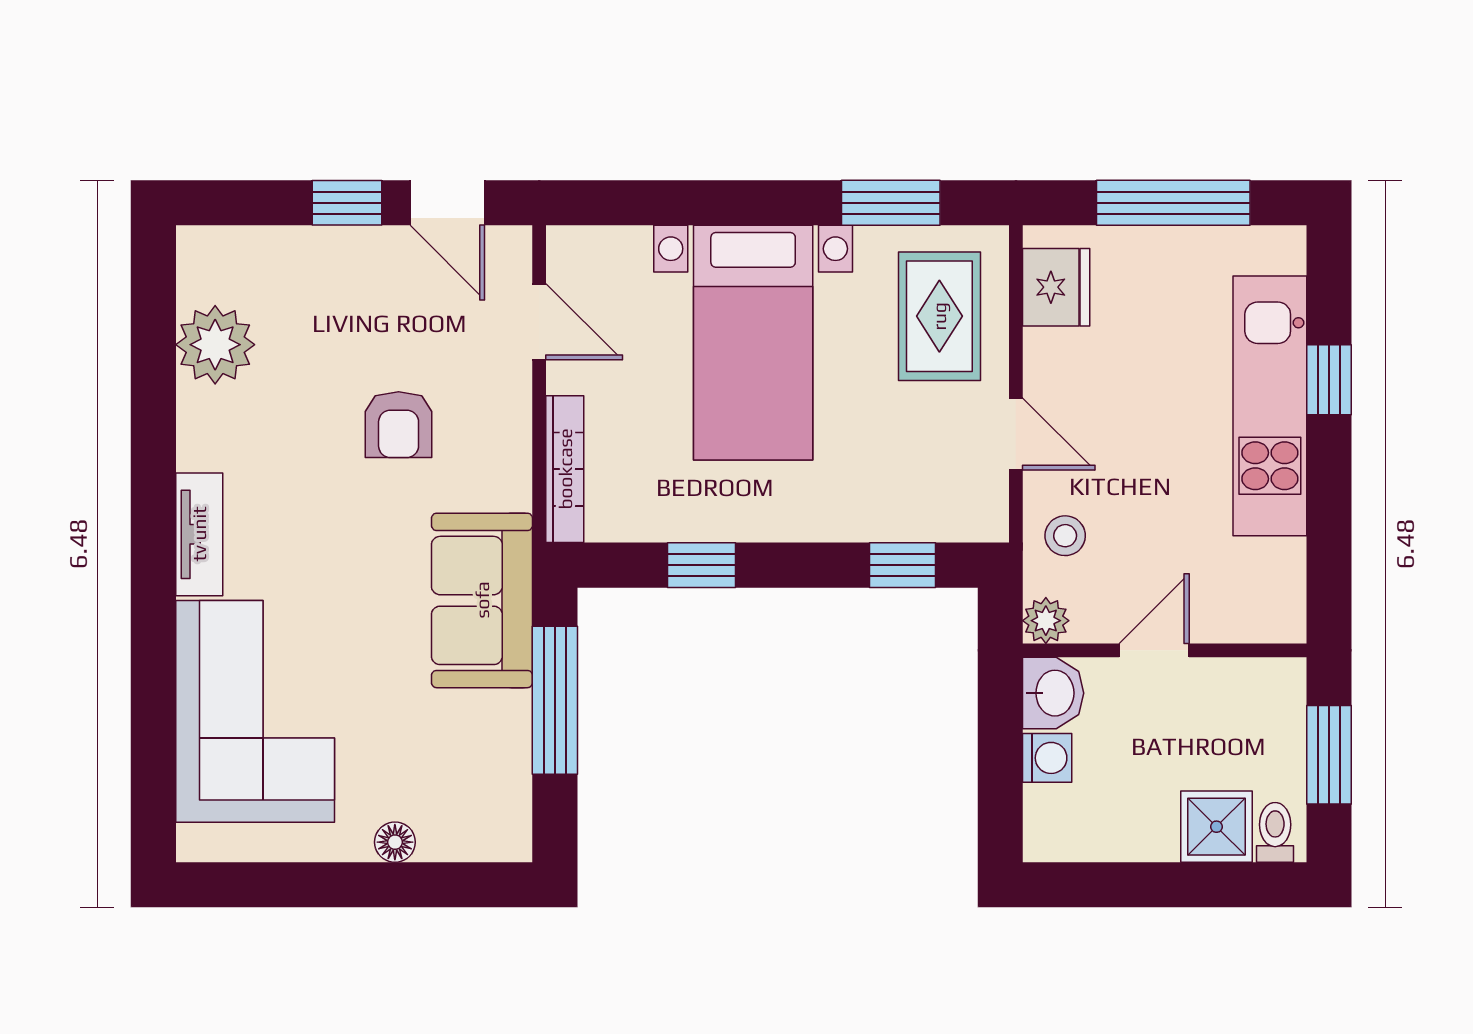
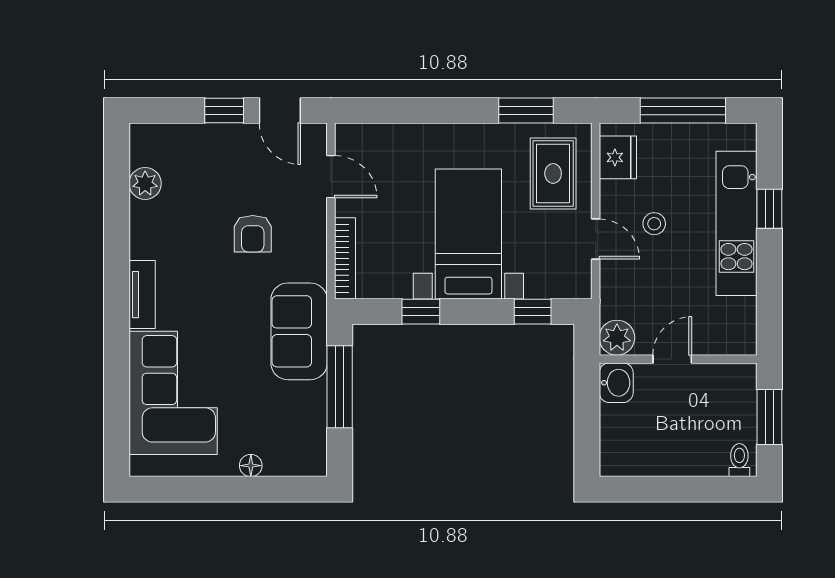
bed with nightstands: (753, 343) -> (468, 234), moved, turned 180
plant: (215, 345) -> (145, 183), width x0.73, depth x0.73
stool: (1065, 536) -> (654, 224), moved
plant: (1046, 621) -> (617, 338), width x1.38, depth x1.38
washing machine: (1047, 758) -> (613, 419), removed
shower: (1216, 827) -> (707, 457), removed

